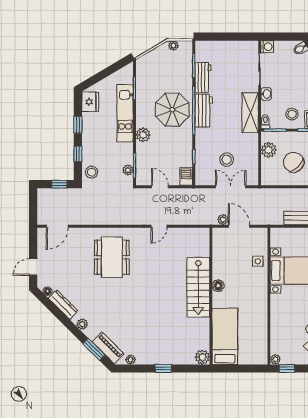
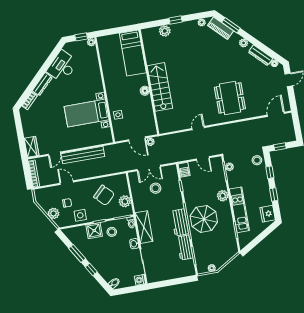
plant: (202, 357) -> (165, 31), moved

